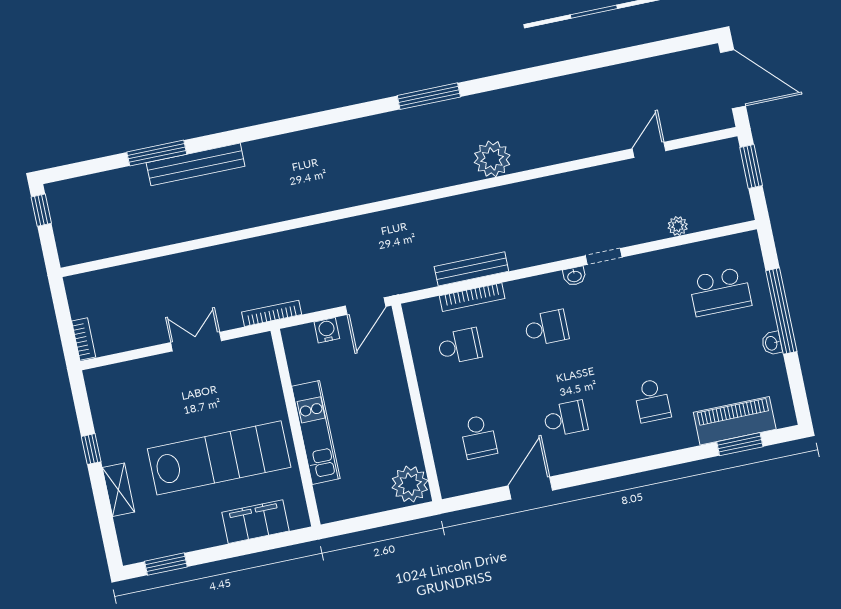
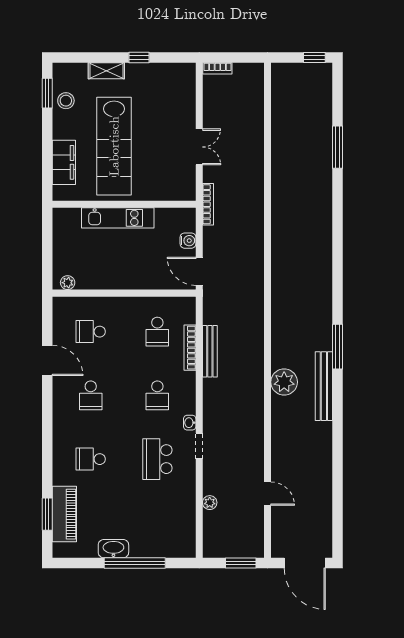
door: (733, 79) -> (305, 563), hinge flipped
bench: (196, 164) -> (324, 386), moved
school desk: (720, 292) -> (157, 459), moved
washbasin: (772, 343) -> (113, 549), width x1.91, depth x1.45
plant: (410, 484) -> (68, 283), width x0.53, depth x0.53
stool: (171, 536) -> (66, 101), added

